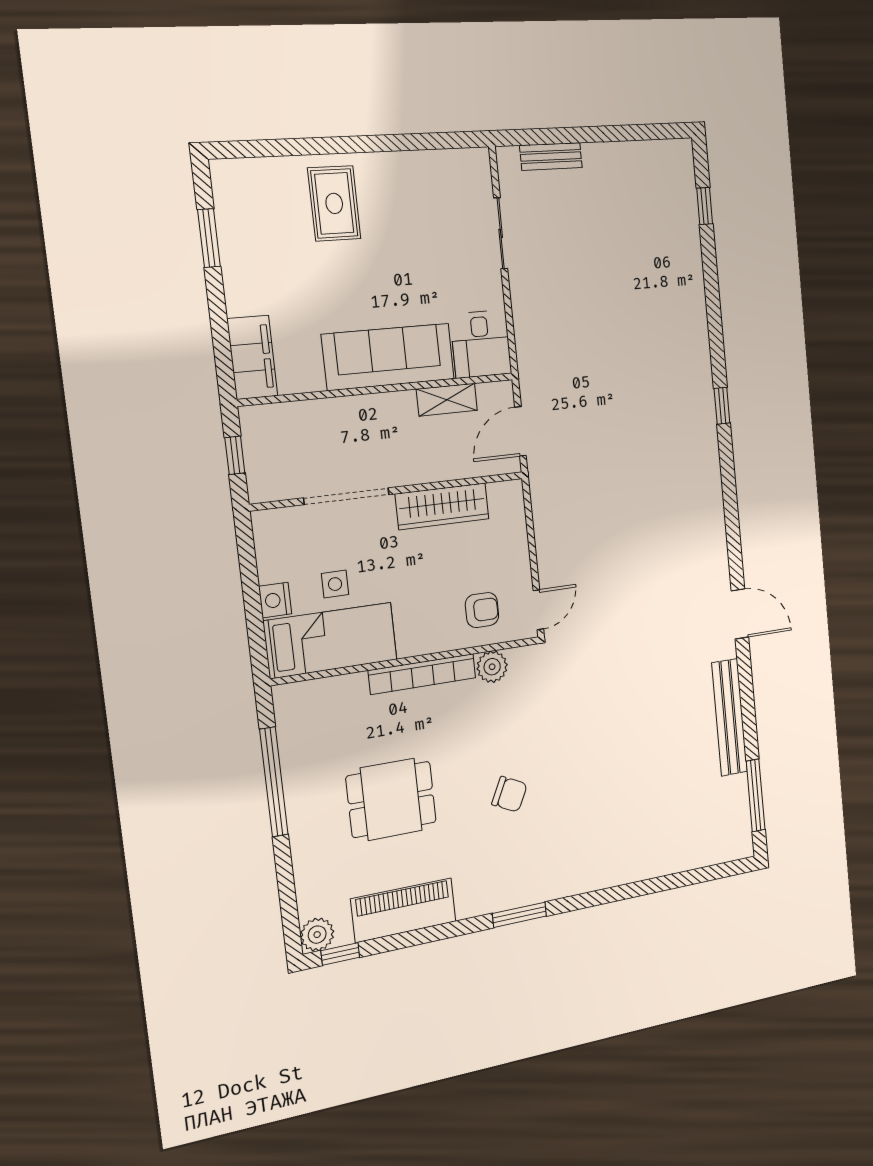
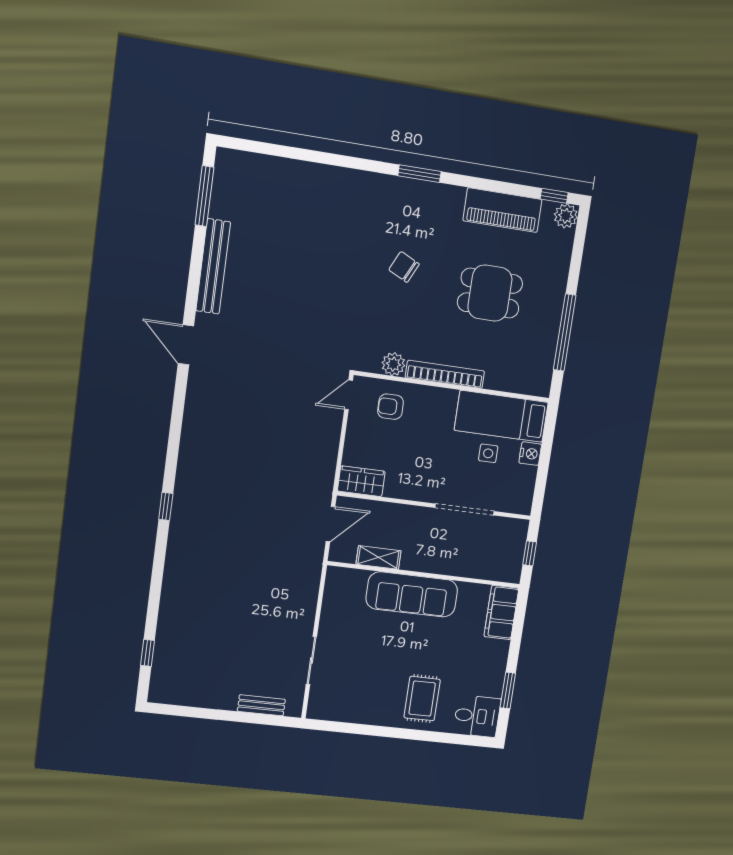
desk: (481, 344) -> (477, 716), moved, turned 90
wardrobe: (442, 506) -> (361, 481), moved, width x0.67

